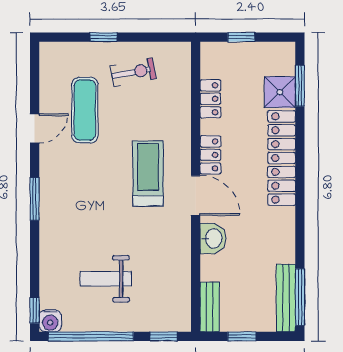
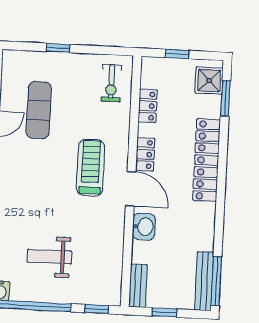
exercise bike: (133, 72) -> (111, 83), moved, turned 101
shower: (280, 92) -> (209, 81), moved

